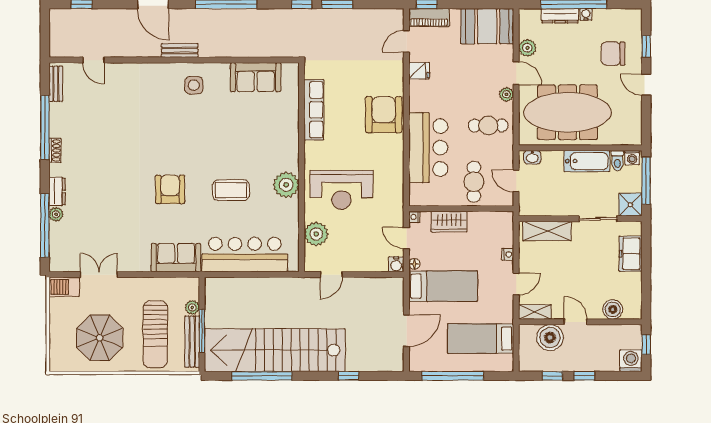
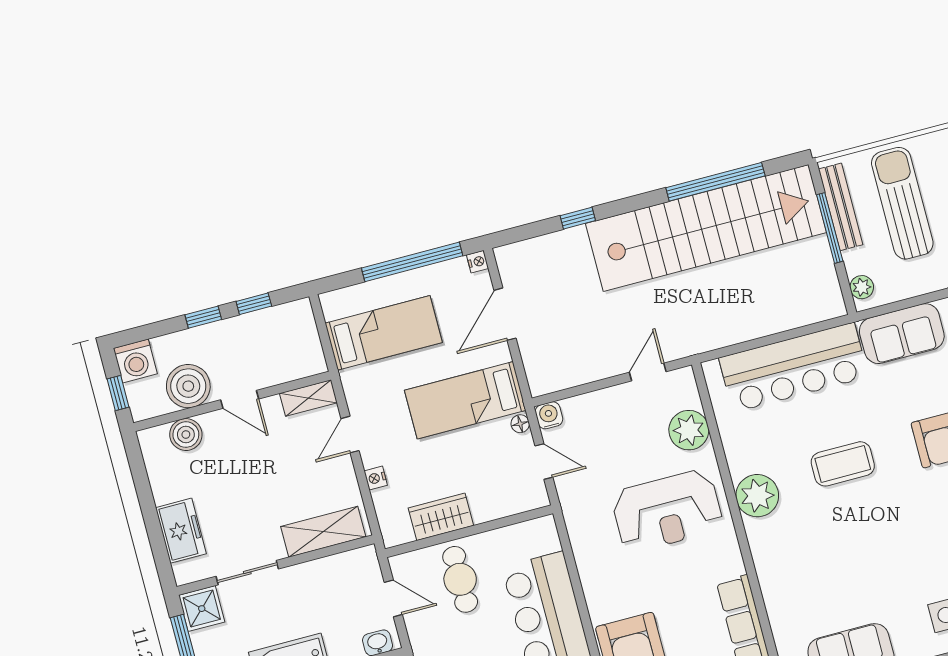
reception desk: (341, 190) -> (667, 511), turned 180
nightstand: (414, 217) -> (477, 262), moved
wardrobe: (449, 222) -> (441, 517), moved
plant: (192, 307) -> (862, 287), moved
boiler: (550, 338) -> (188, 386), moved

